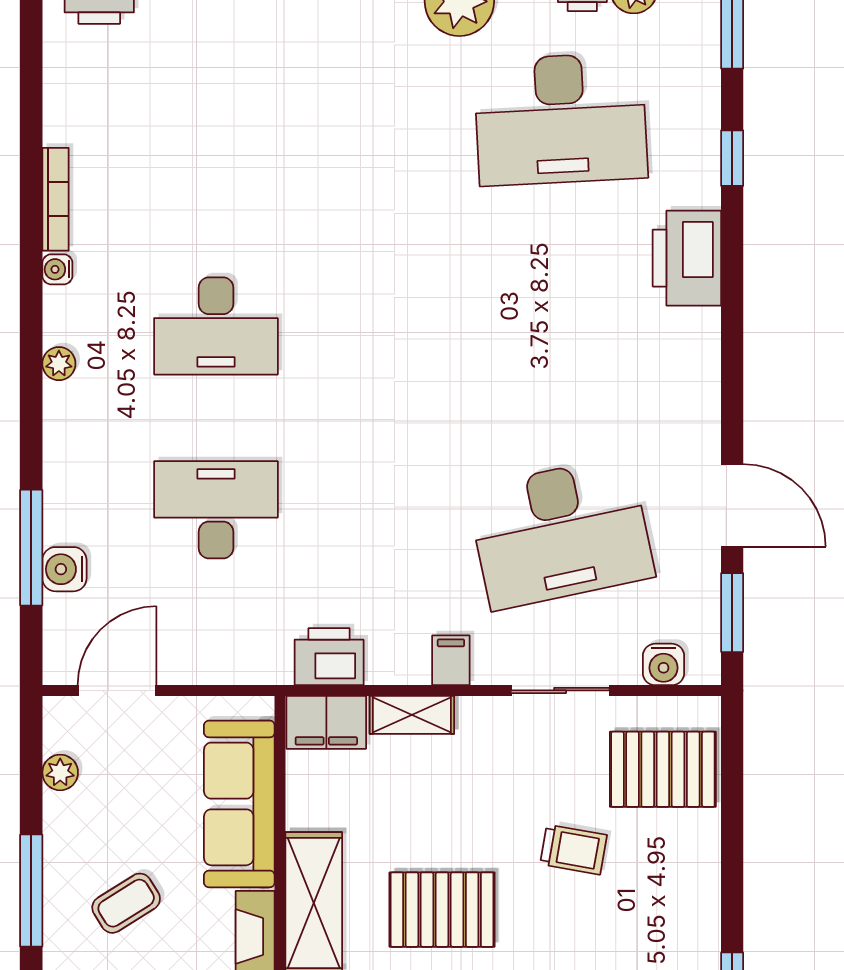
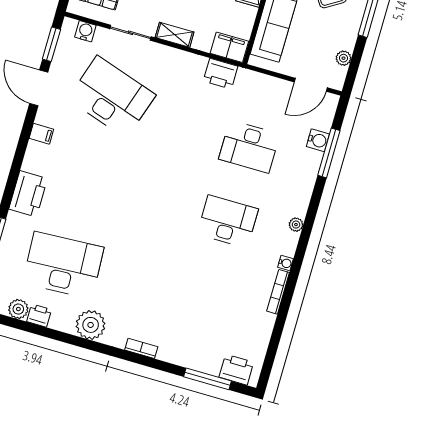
desk: (561, 533) -> (112, 97), turned 30
filing cabinet: (451, 660) -> (41, 134), moved, turned -90
shelving: (412, 715) -> (175, 35), moved

